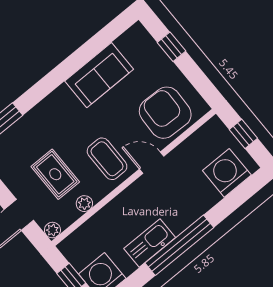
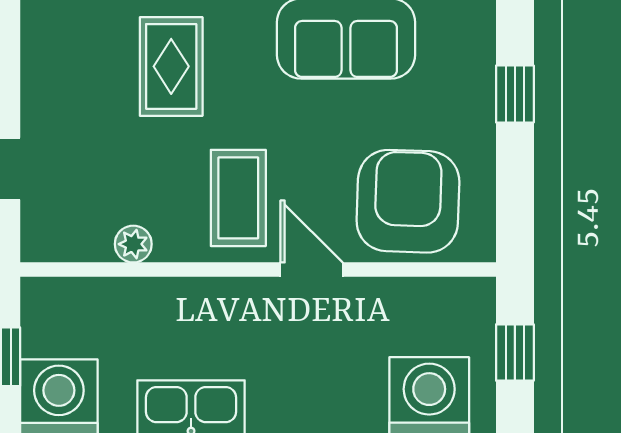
rug: (55, 174) -> (171, 66), moved
plant: (52, 230) -> (38, 244), removed

